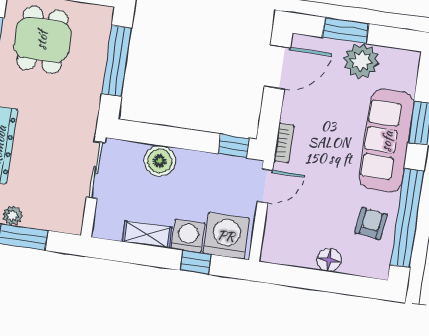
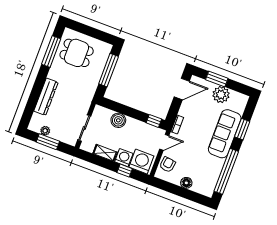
dining table: (42, 40) -> (77, 53), turned 90
sliding door: (96, 170) -> (84, 128), moved
armchair: (371, 224) -> (167, 165), moved

